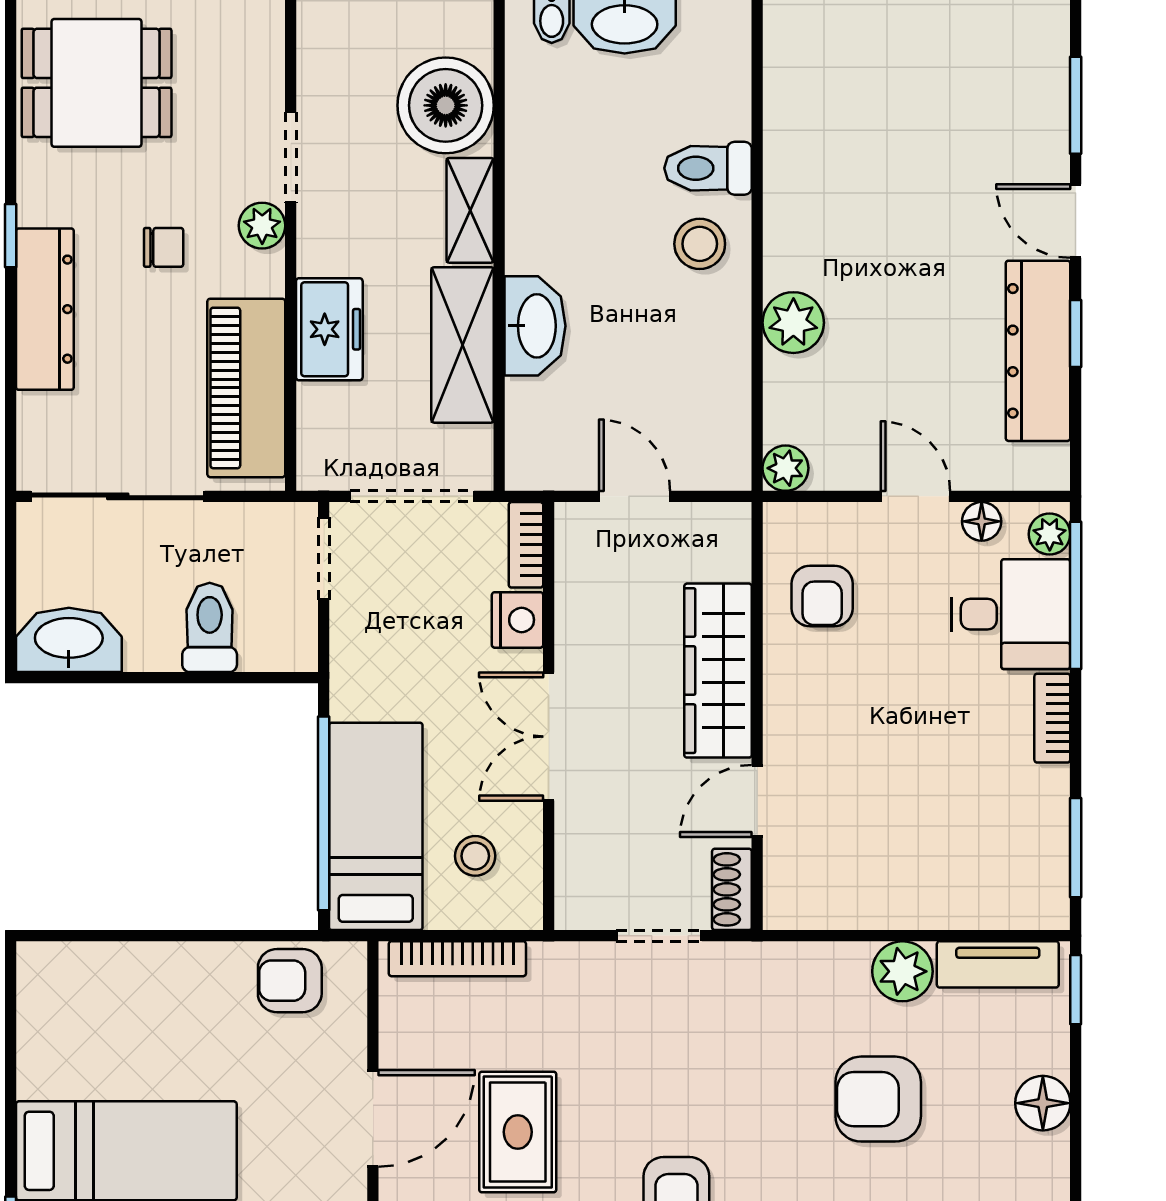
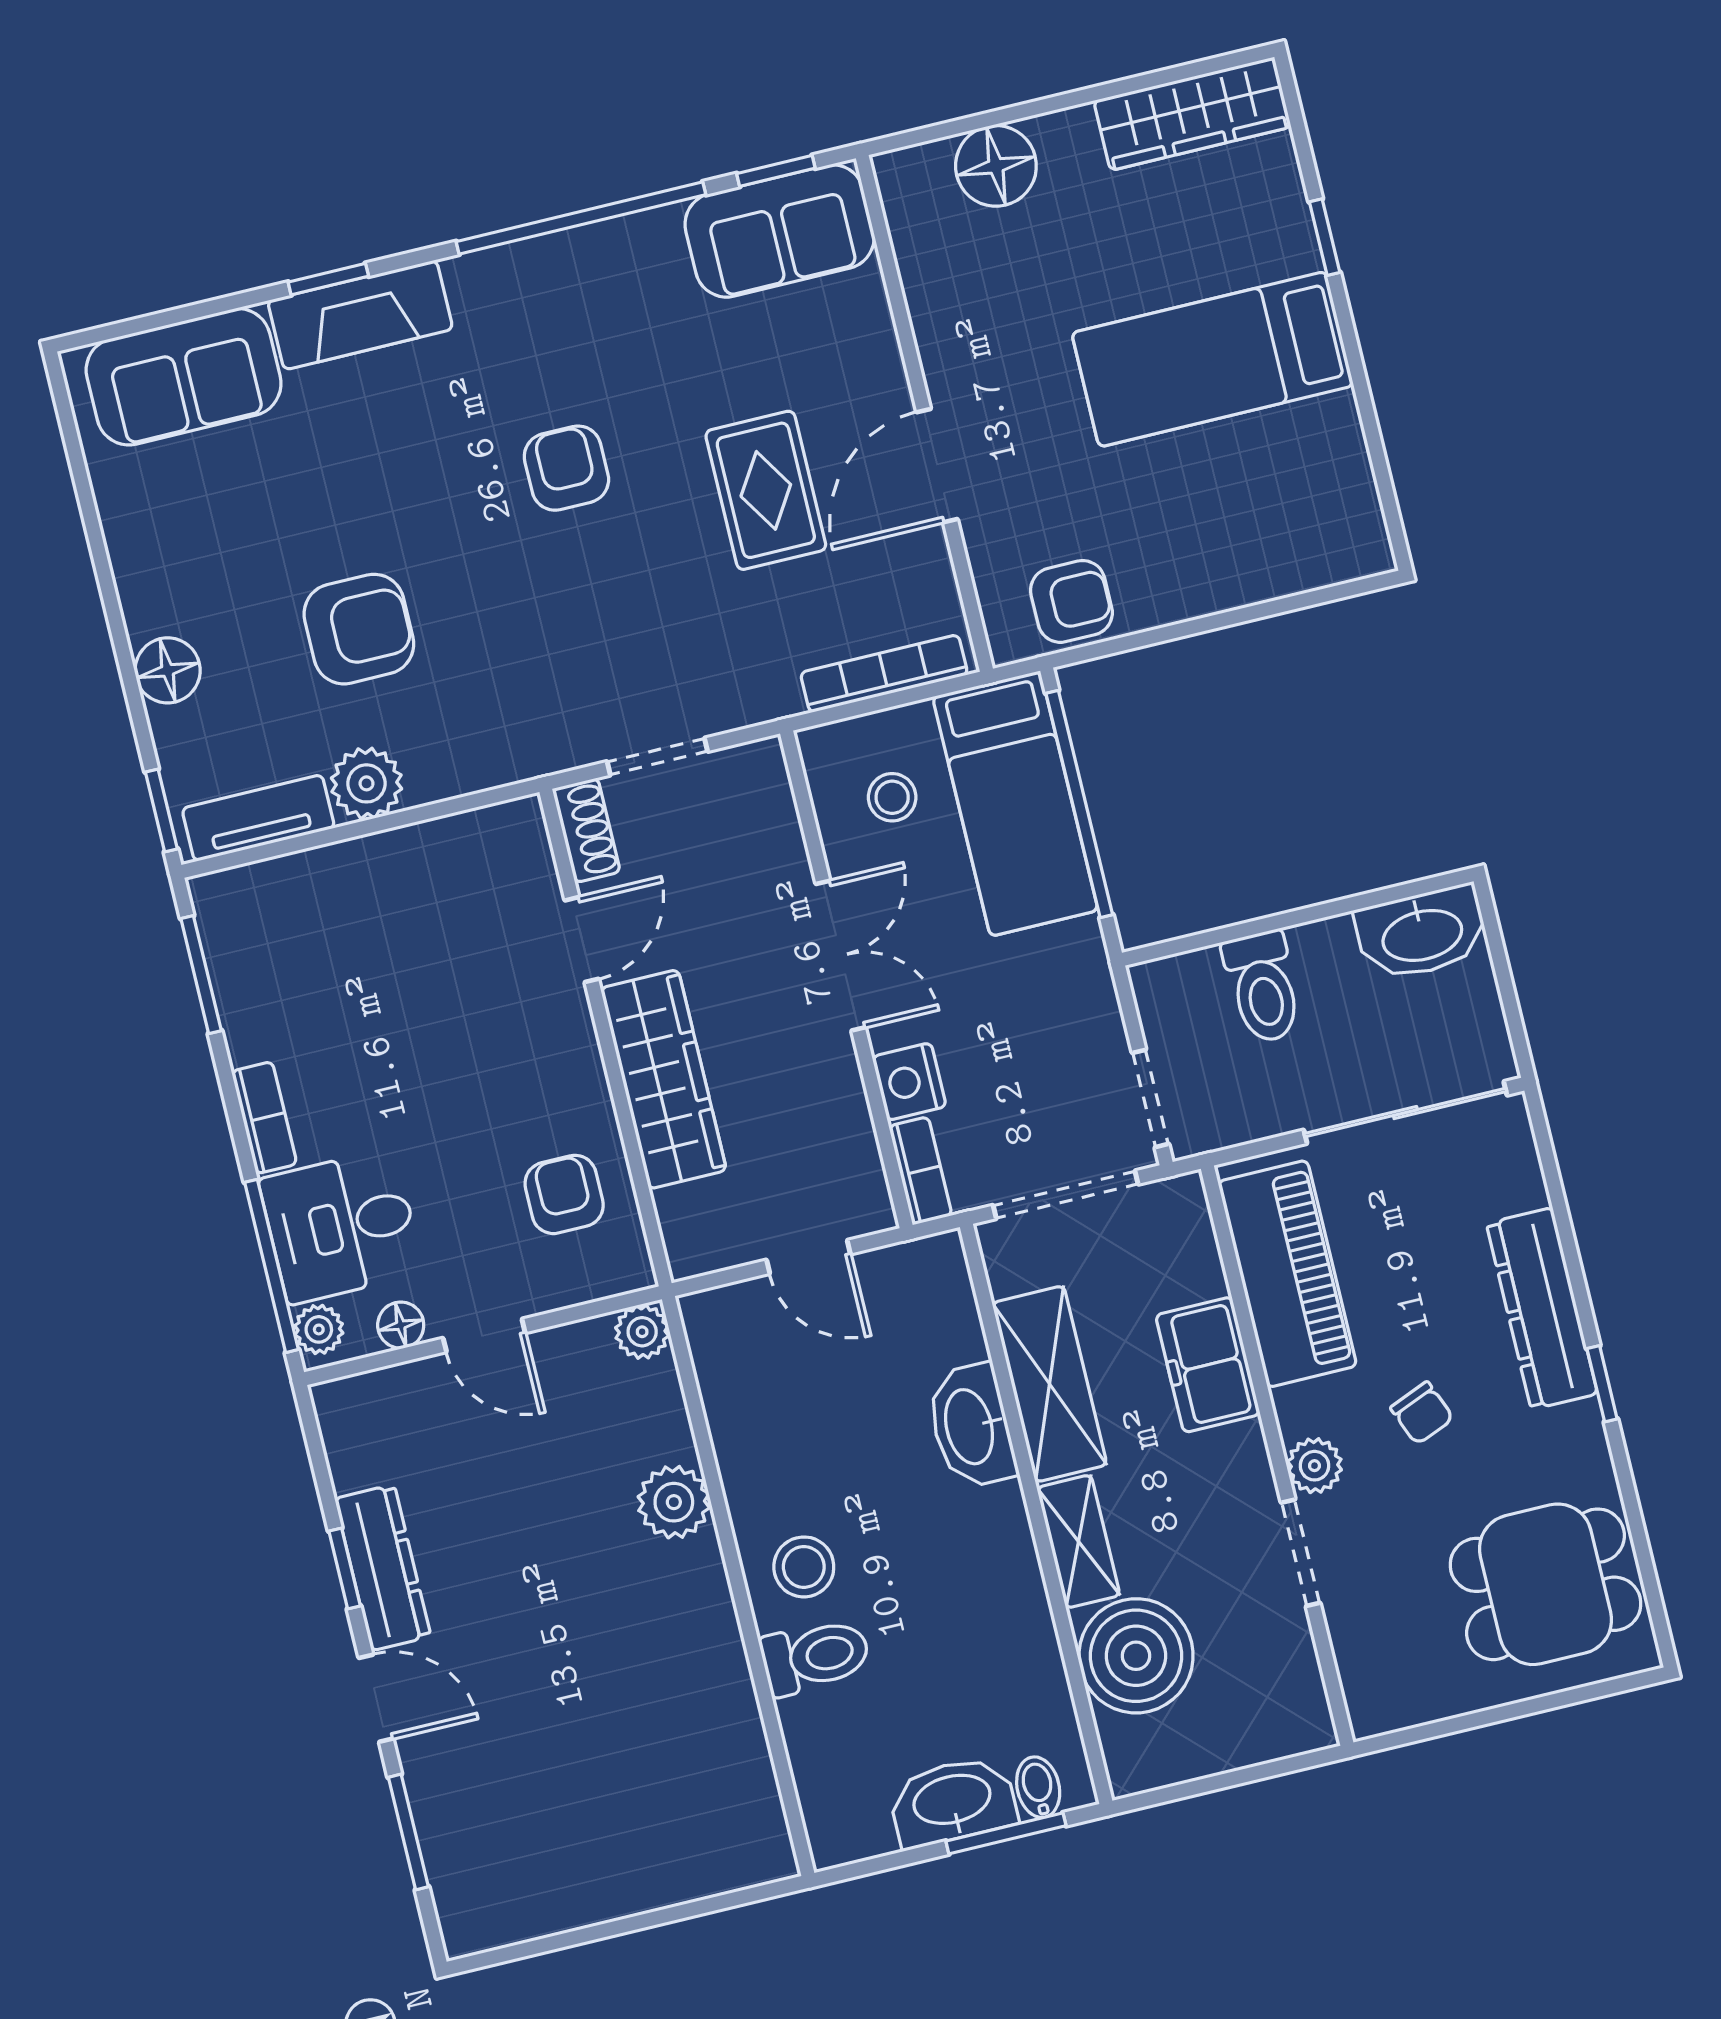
chair: (164, 247) -> (1422, 1413), turned -112
dresser: (1038, 351) -> (383, 1568), width x0.73, depth x0.80

